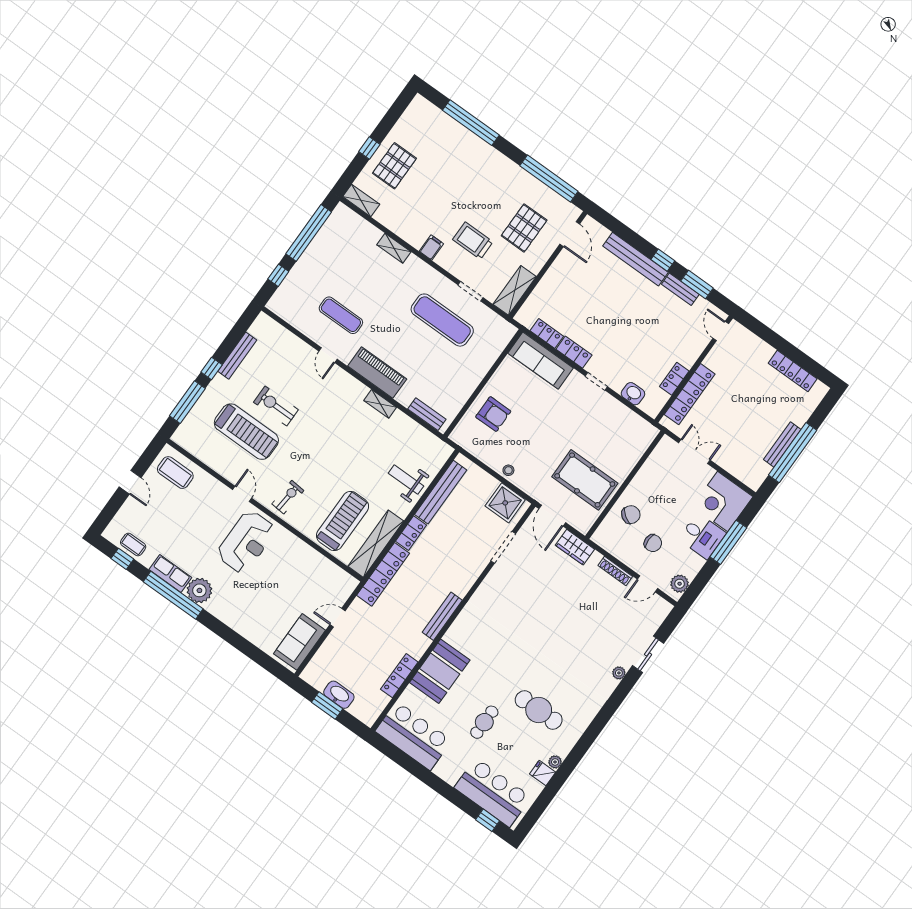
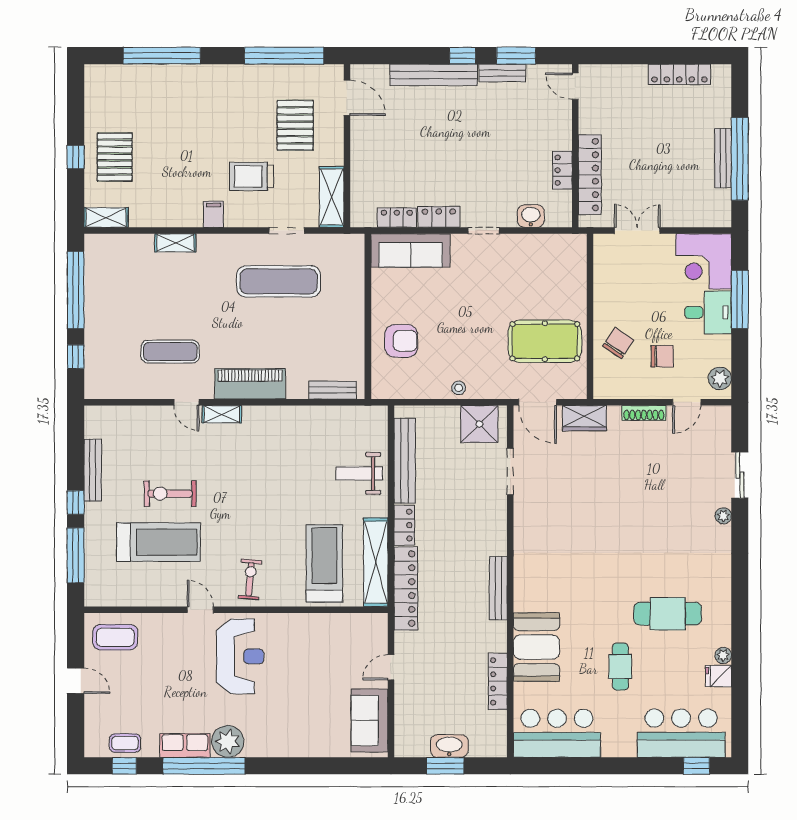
shelving: (380, 404) -> (222, 414), moved

